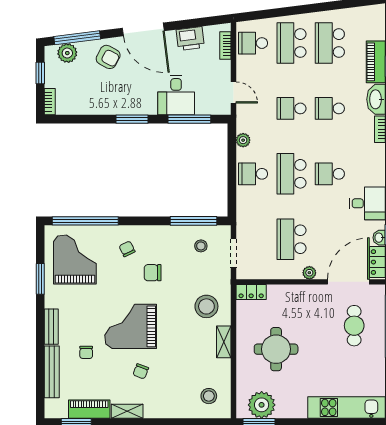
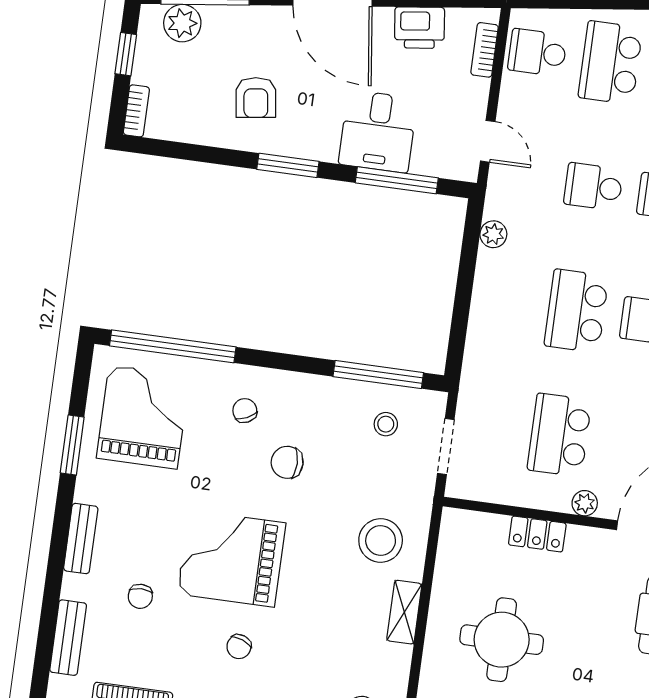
armchair: (108, 57) -> (256, 98), moved, turned 54
school desk: (253, 174) -> (503, 301), removed
locker: (251, 292) -> (537, 534), moved
bench: (52, 372) -> (68, 638), width x0.73

